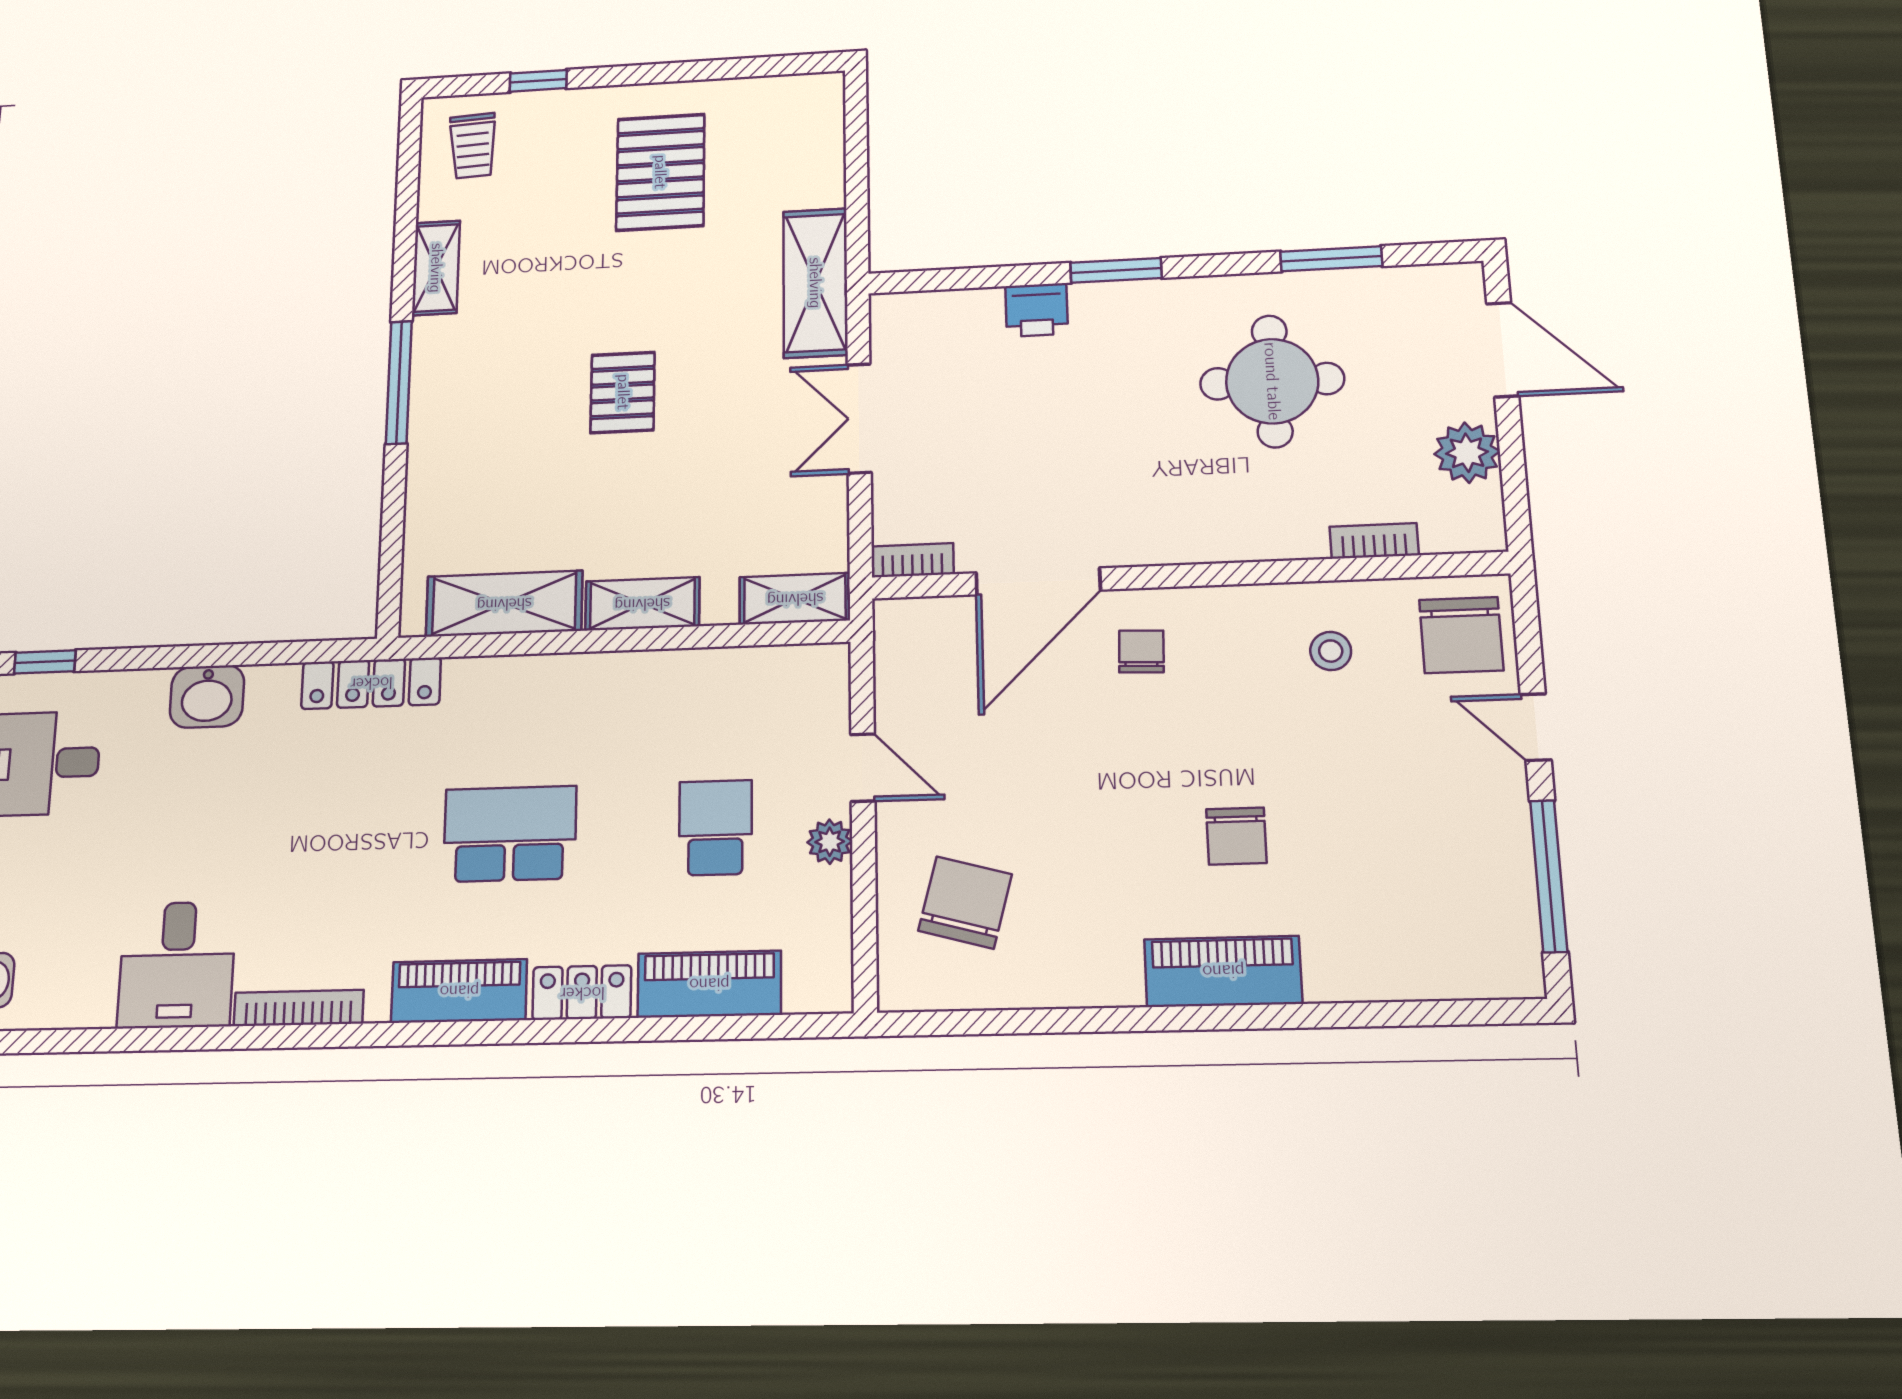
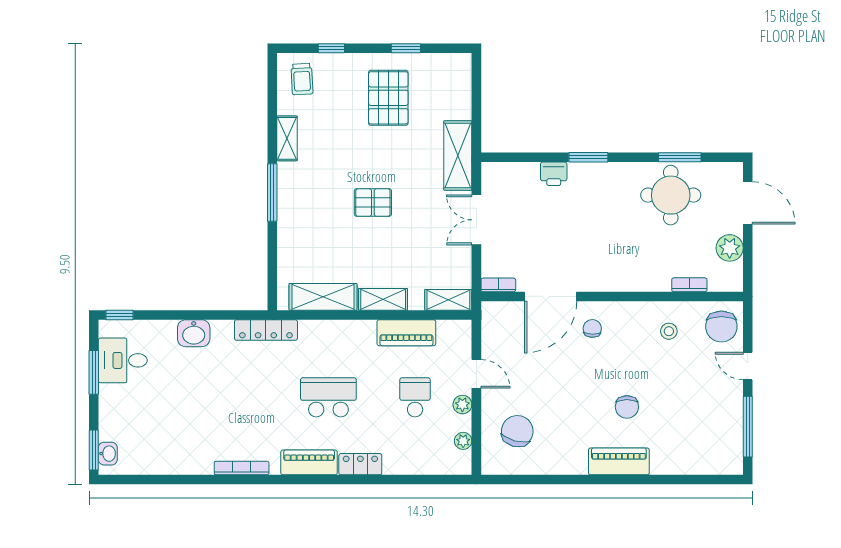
window: (700, 70) -> (406, 48), added
round table: (1272, 381) -> (671, 195), moved
pallet: (623, 392) -> (373, 203), turned 90
plant: (832, 930) -> (463, 441), added
desk: (177, 965) -> (188, 449), removed
piano: (709, 984) -> (406, 333), moved, turned 180

